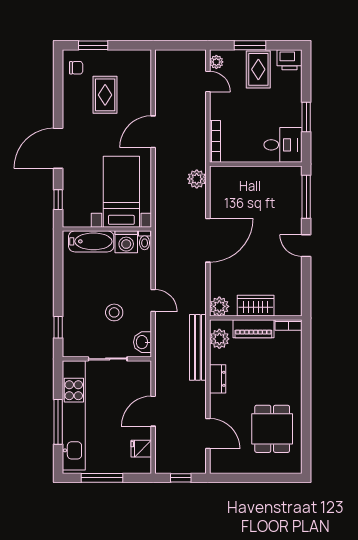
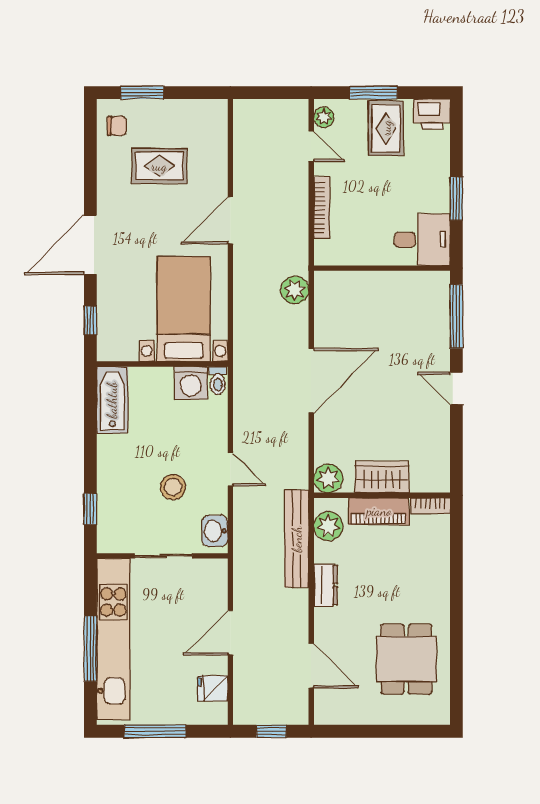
rug: (105, 95) -> (159, 166), turned 90
bookcase: (215, 141) -> (322, 208), moved
bathtub: (91, 241) -> (112, 400), moved, turned -90

